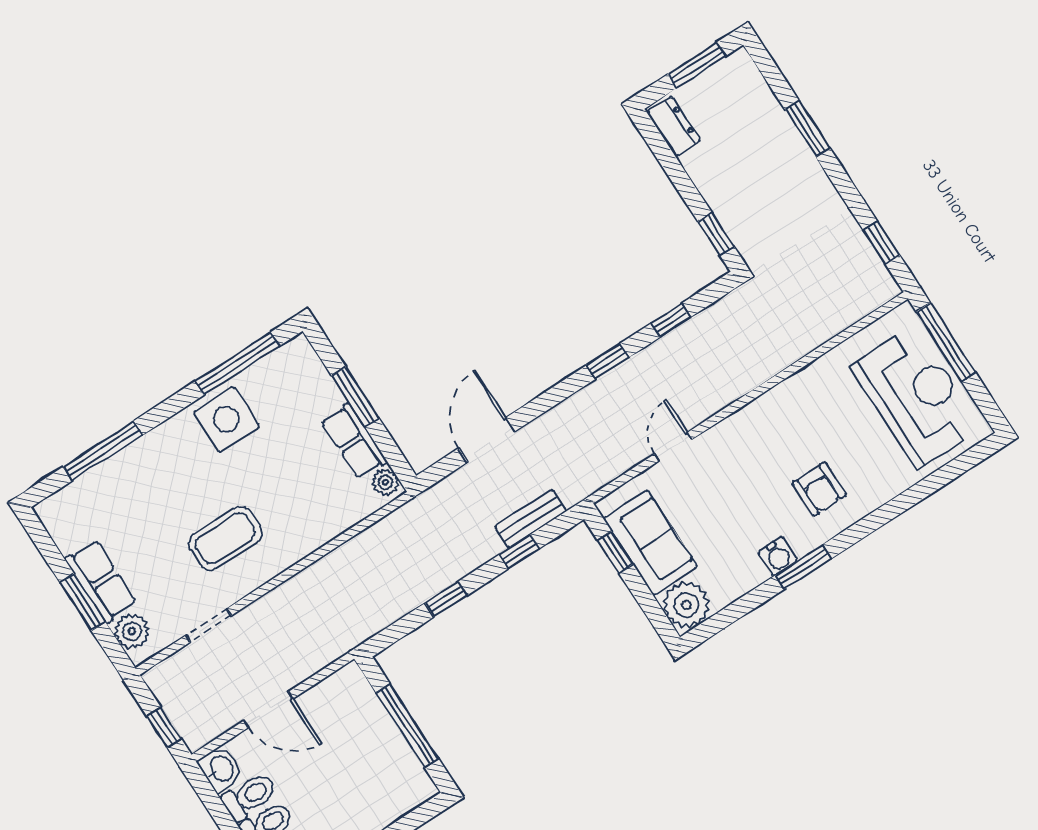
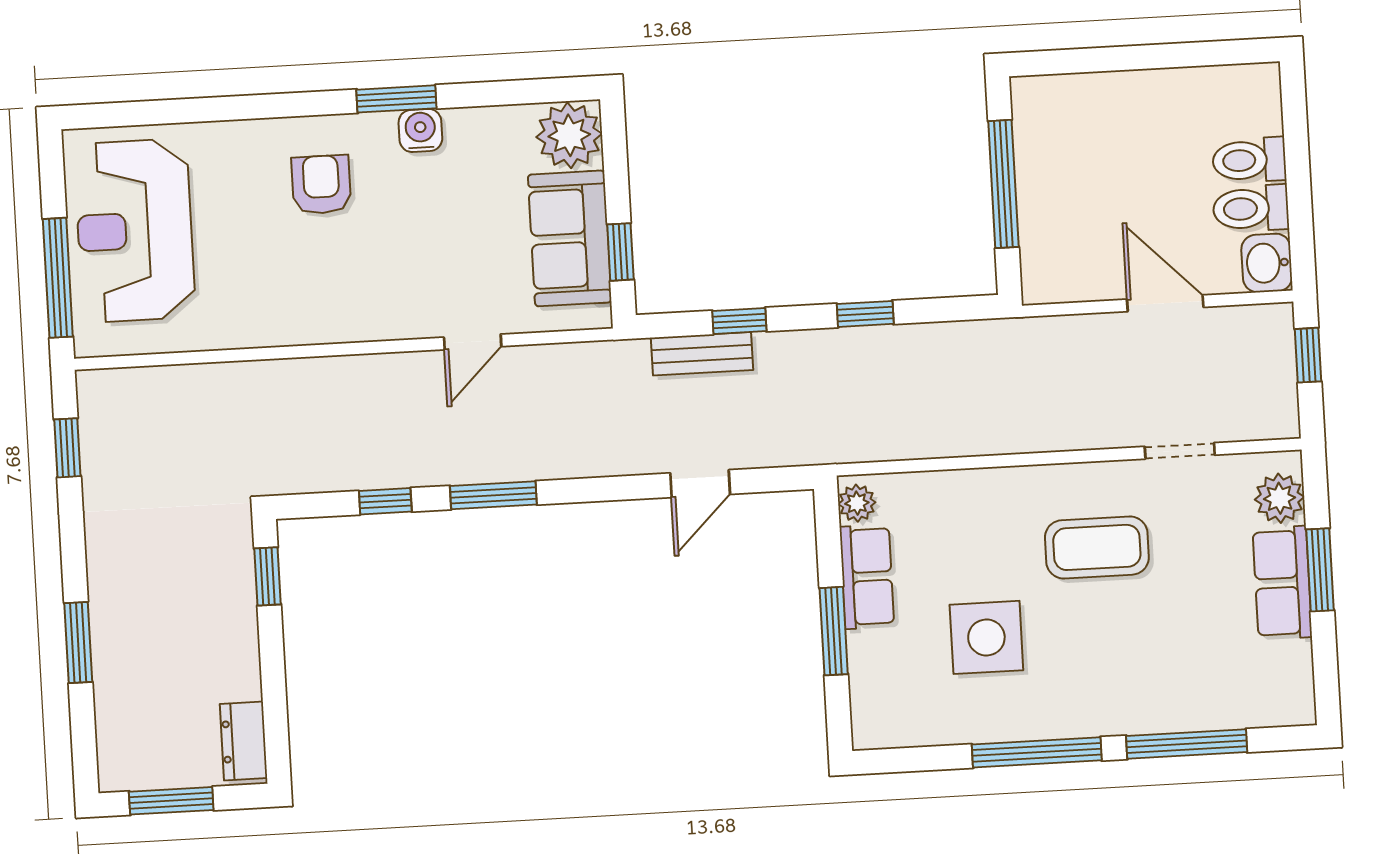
window: (608, 361) -> (493, 495), width x1.50
window: (237, 363) -> (1037, 752), moved
side table: (226, 419) -> (986, 637), moved
door: (487, 440) -> (700, 484), width x0.73

